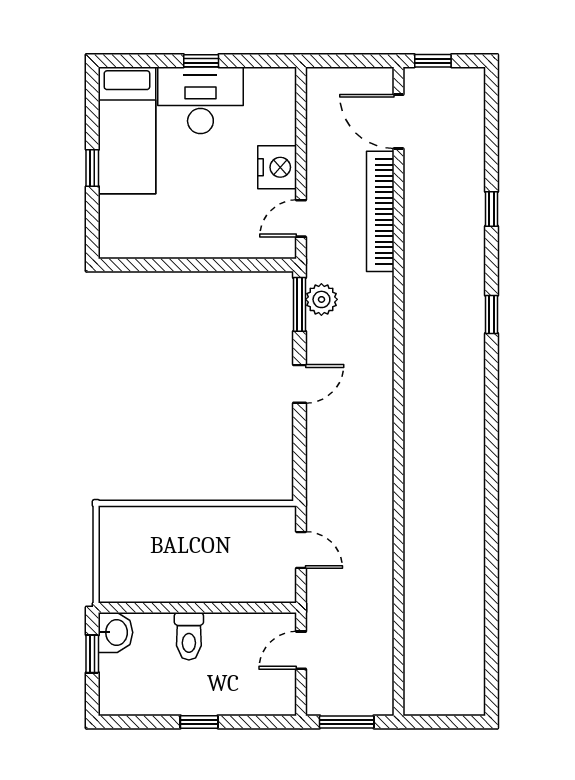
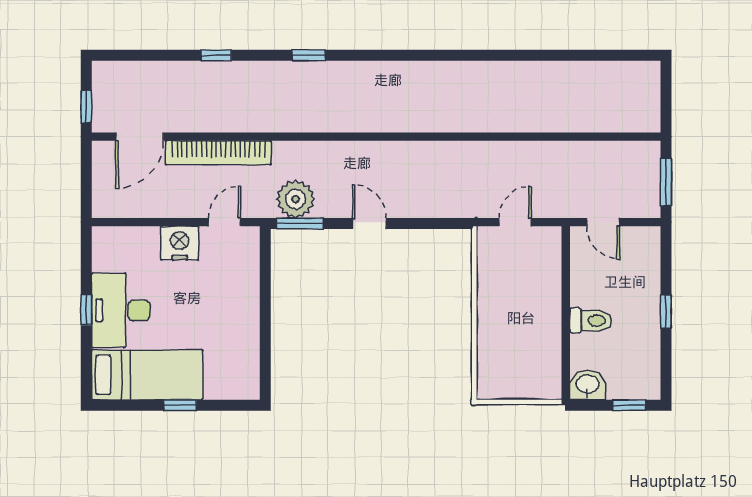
door: (301, 218) -> (224, 222), swing flipped
plant: (321, 299) -> (296, 199), width x1.36, depth x1.36
window: (92, 654) -> (629, 405), moved

